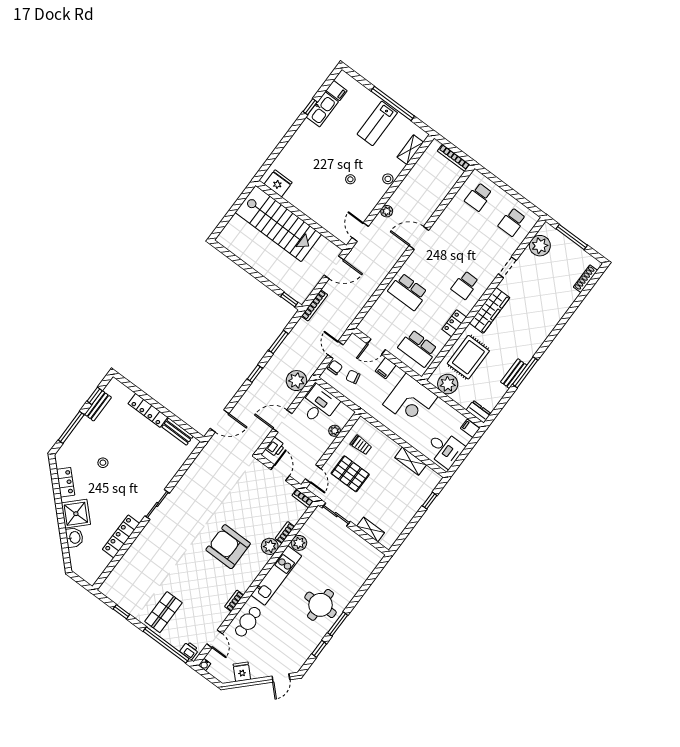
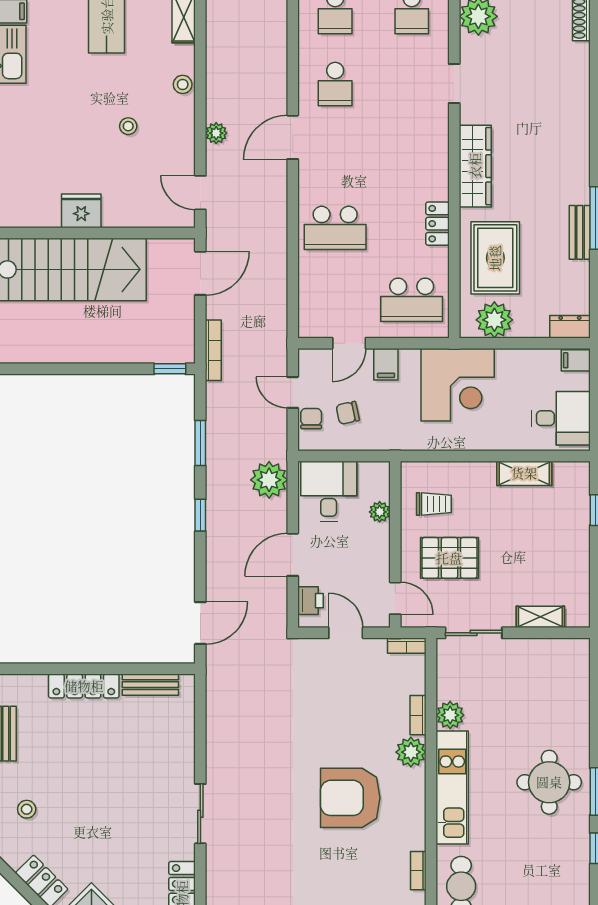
fridge: (278, 183) -> (81, 211), moved
school desk: (465, 285) -> (335, 84), moved
stool: (103, 463) -> (27, 809), moved

